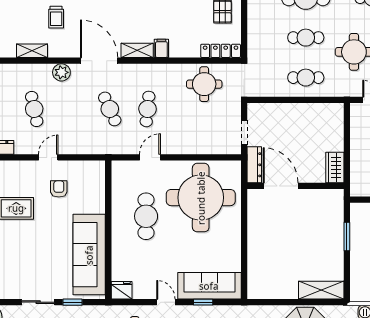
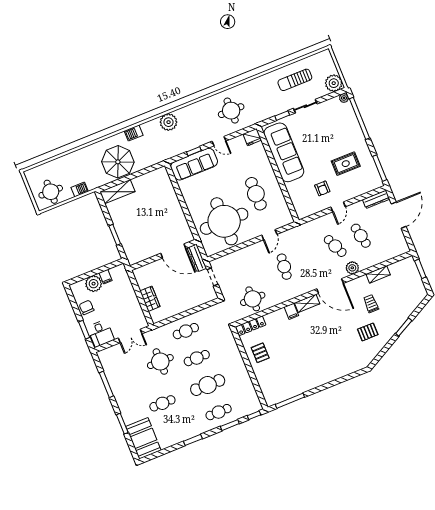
cafe table: (110, 109) -> (335, 246), moved
wardrobe: (335, 168) -> (150, 299), moved

